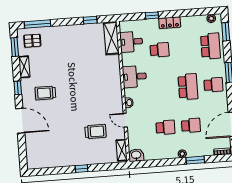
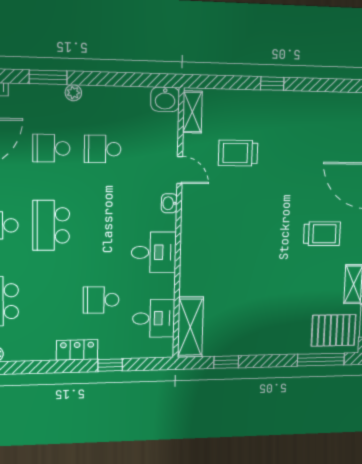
pallet: (32, 41) -> (334, 330), width x1.50, depth x1.42

